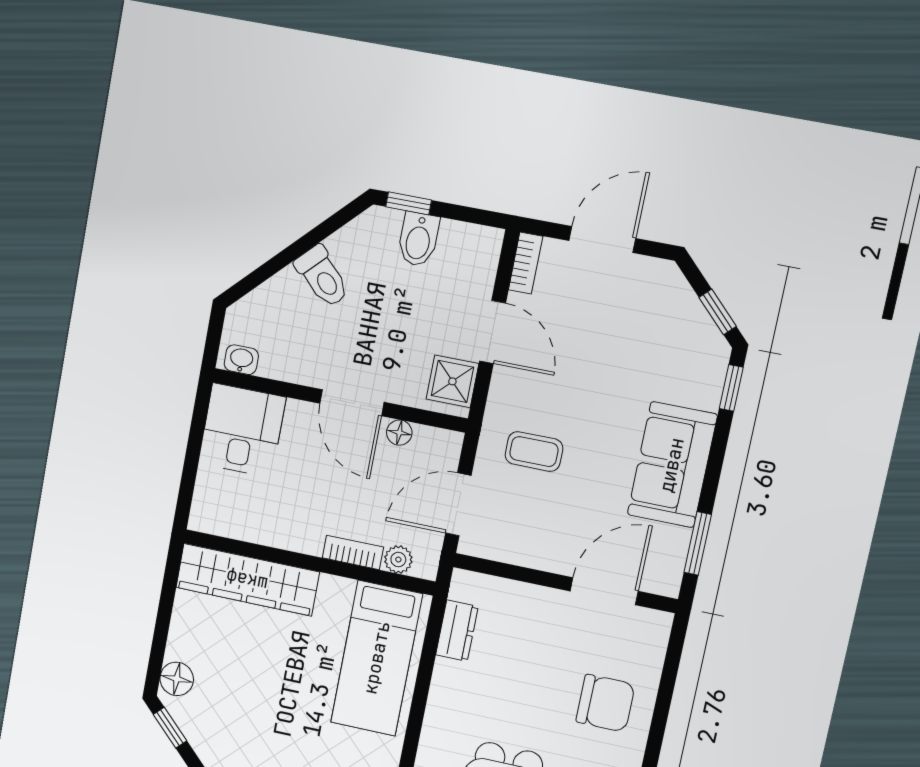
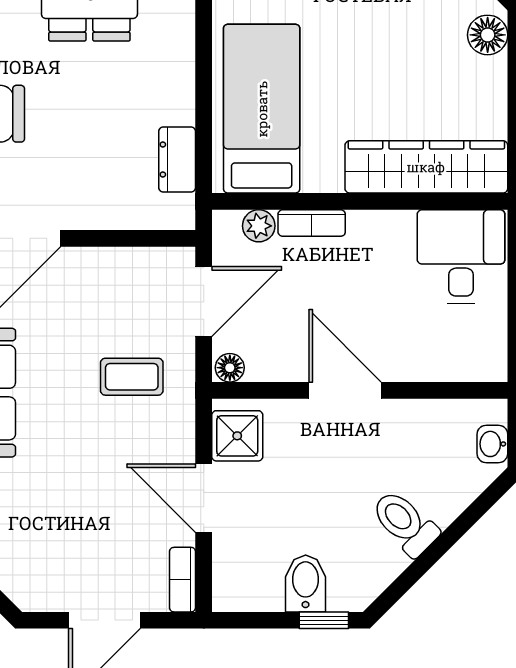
washbasin: (241, 360) -> (492, 444), moved, turned 90
desk: (242, 430) -> (461, 257), moved, turned 180
floor lamp: (399, 433) -> (230, 368), moved

